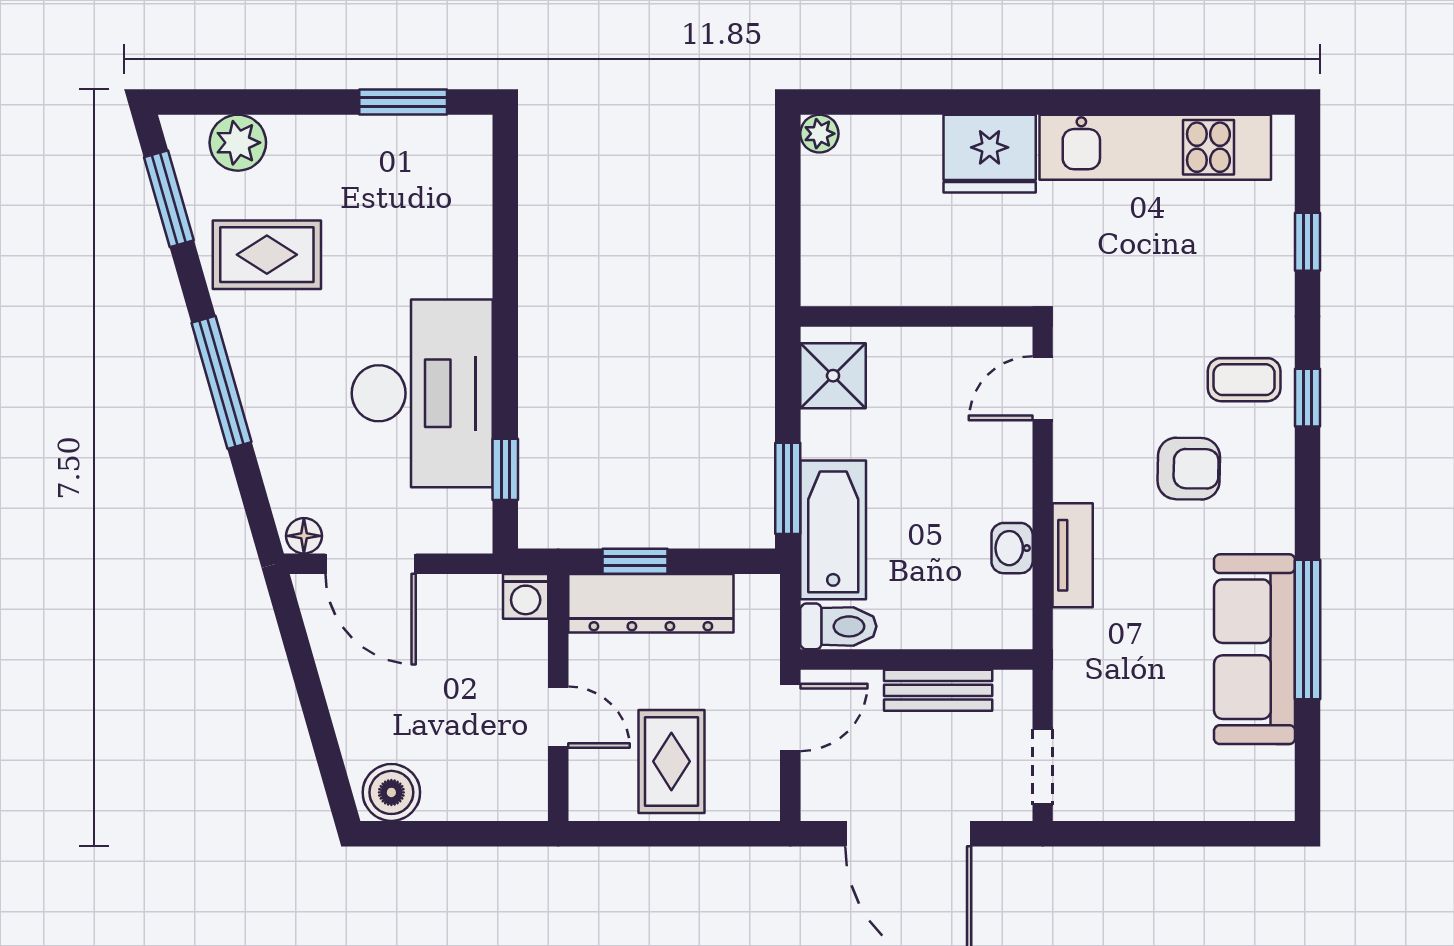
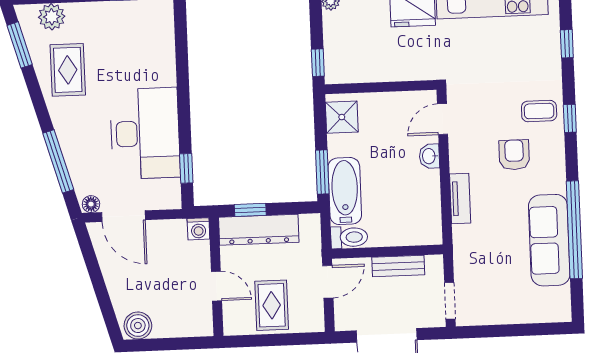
rug: (267, 255) -> (68, 70), turned 90
window: (788, 260) -> (318, 63), added
window: (222, 382) -> (58, 161), moved
armchair: (1189, 469) -> (514, 155), turned -91
washbasin: (1012, 548) -> (429, 156), moved
window: (1307, 630) -> (574, 230), width x1.46

